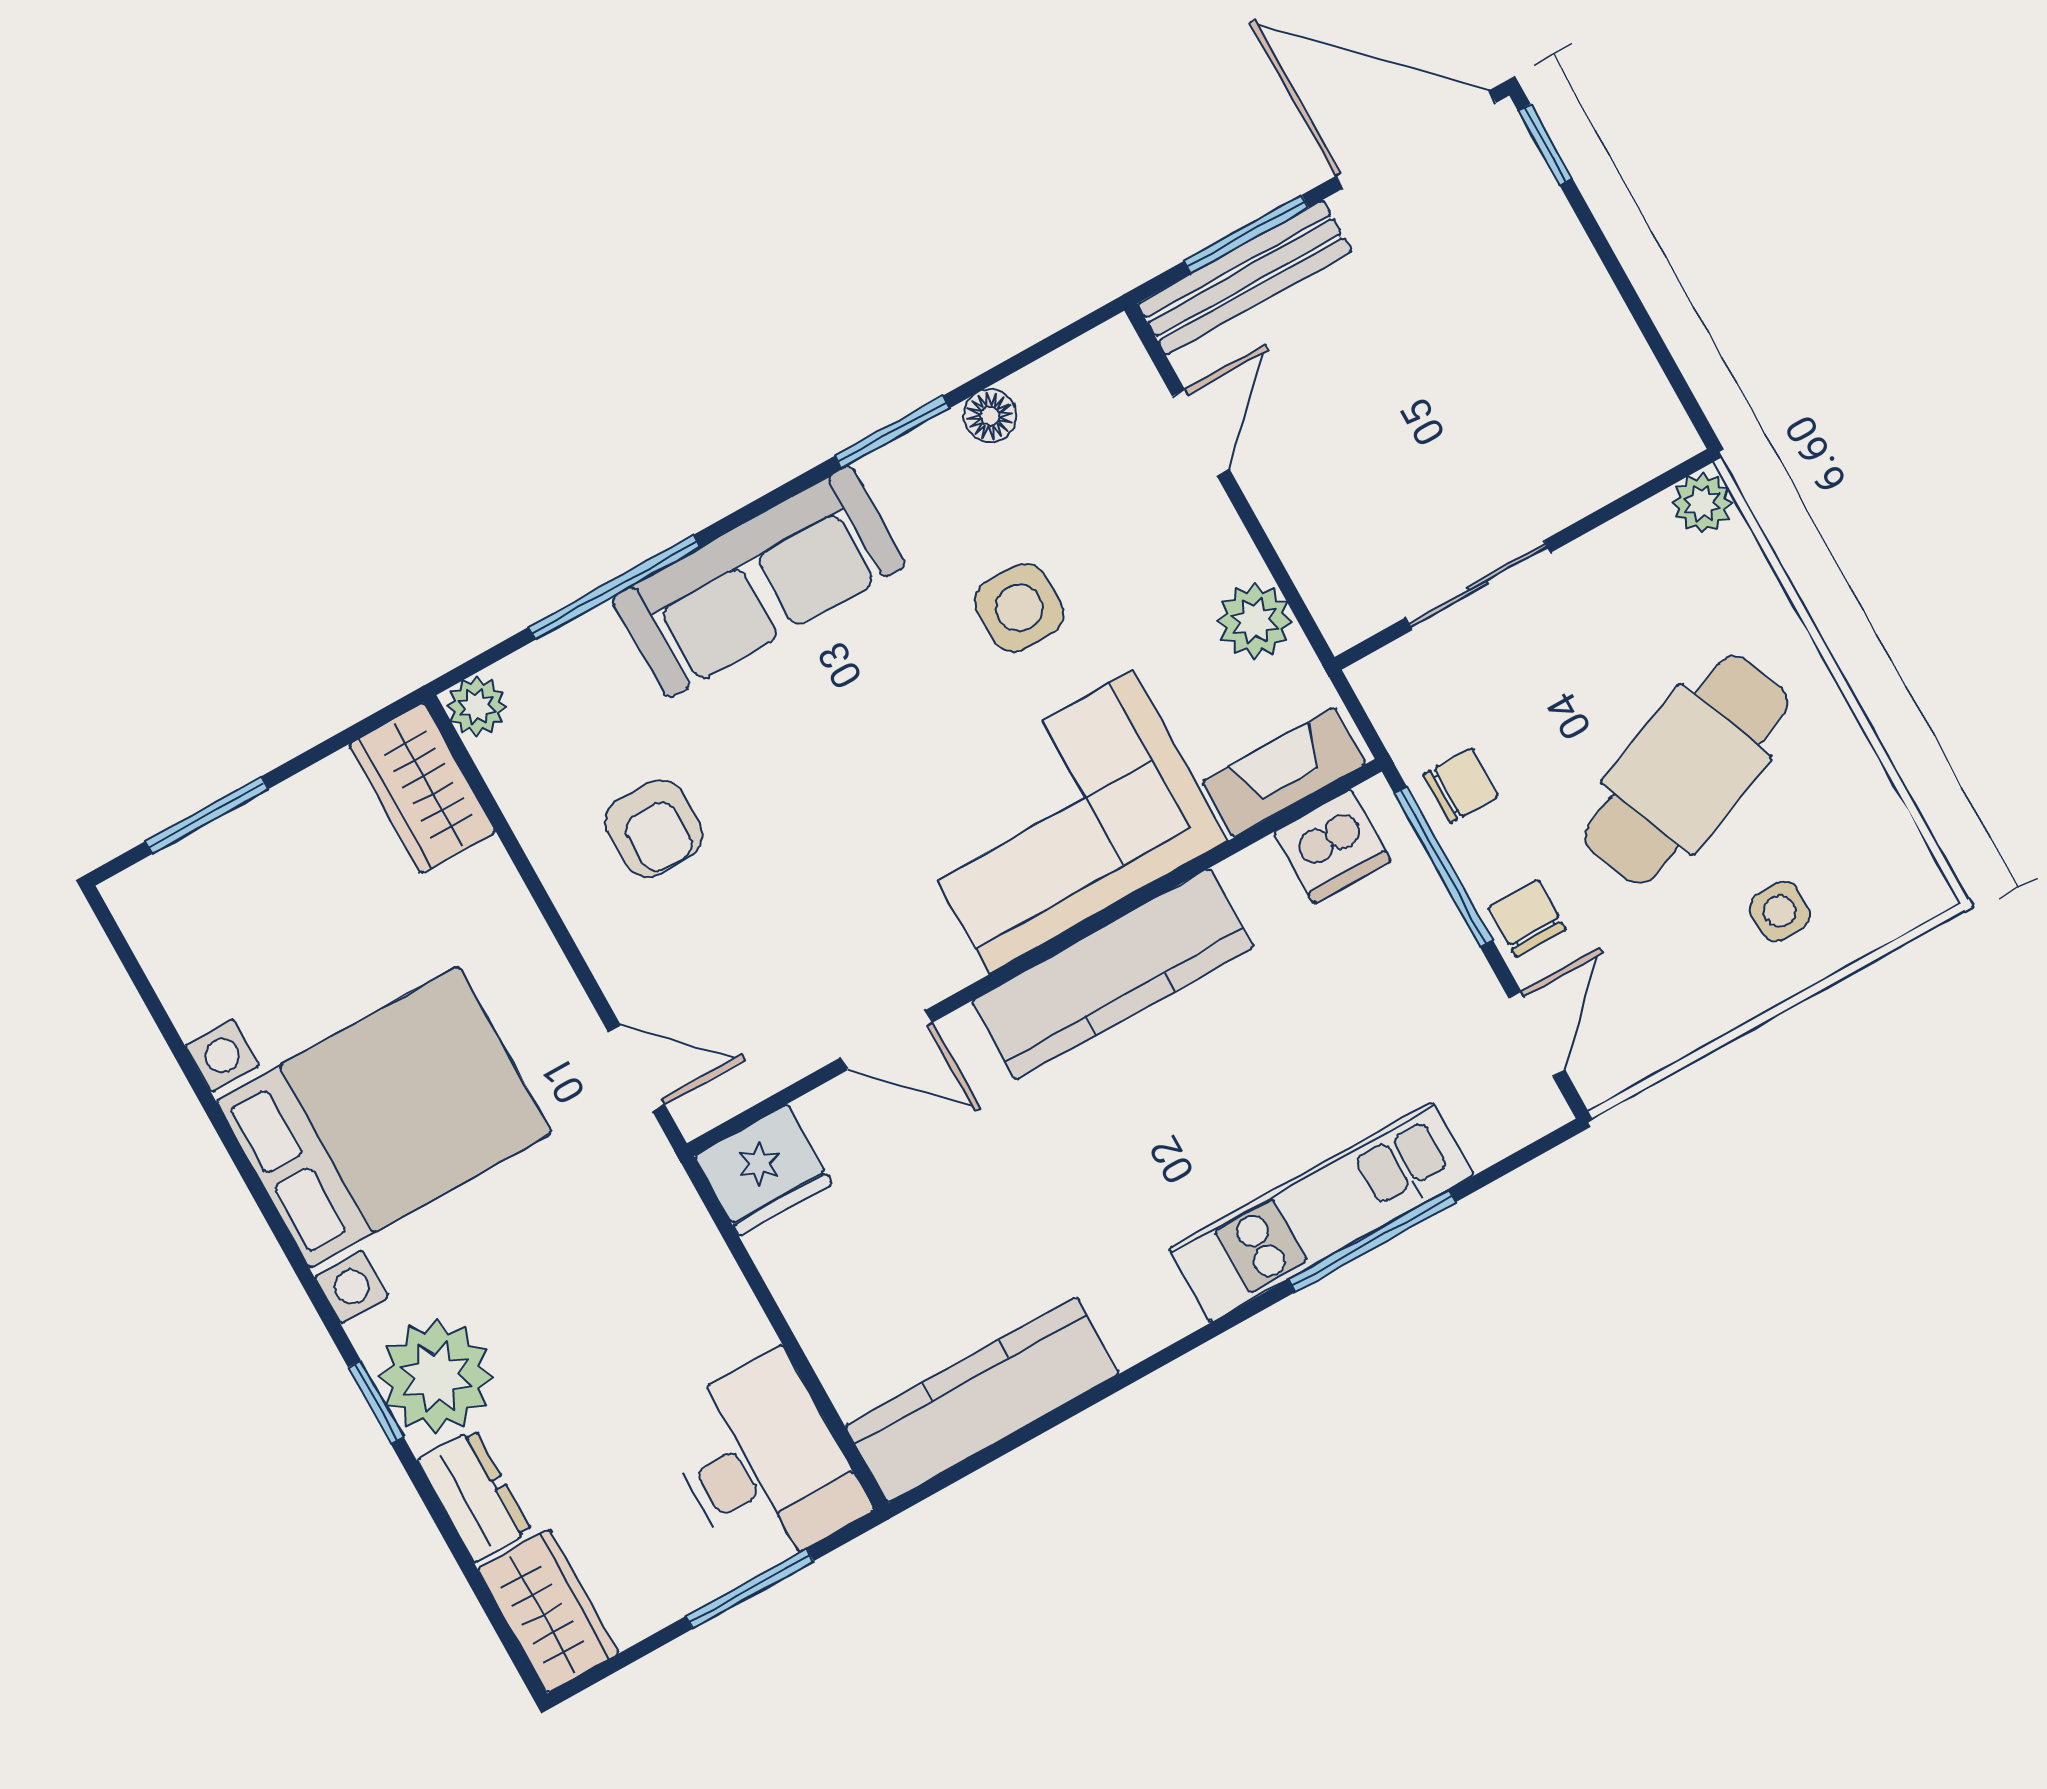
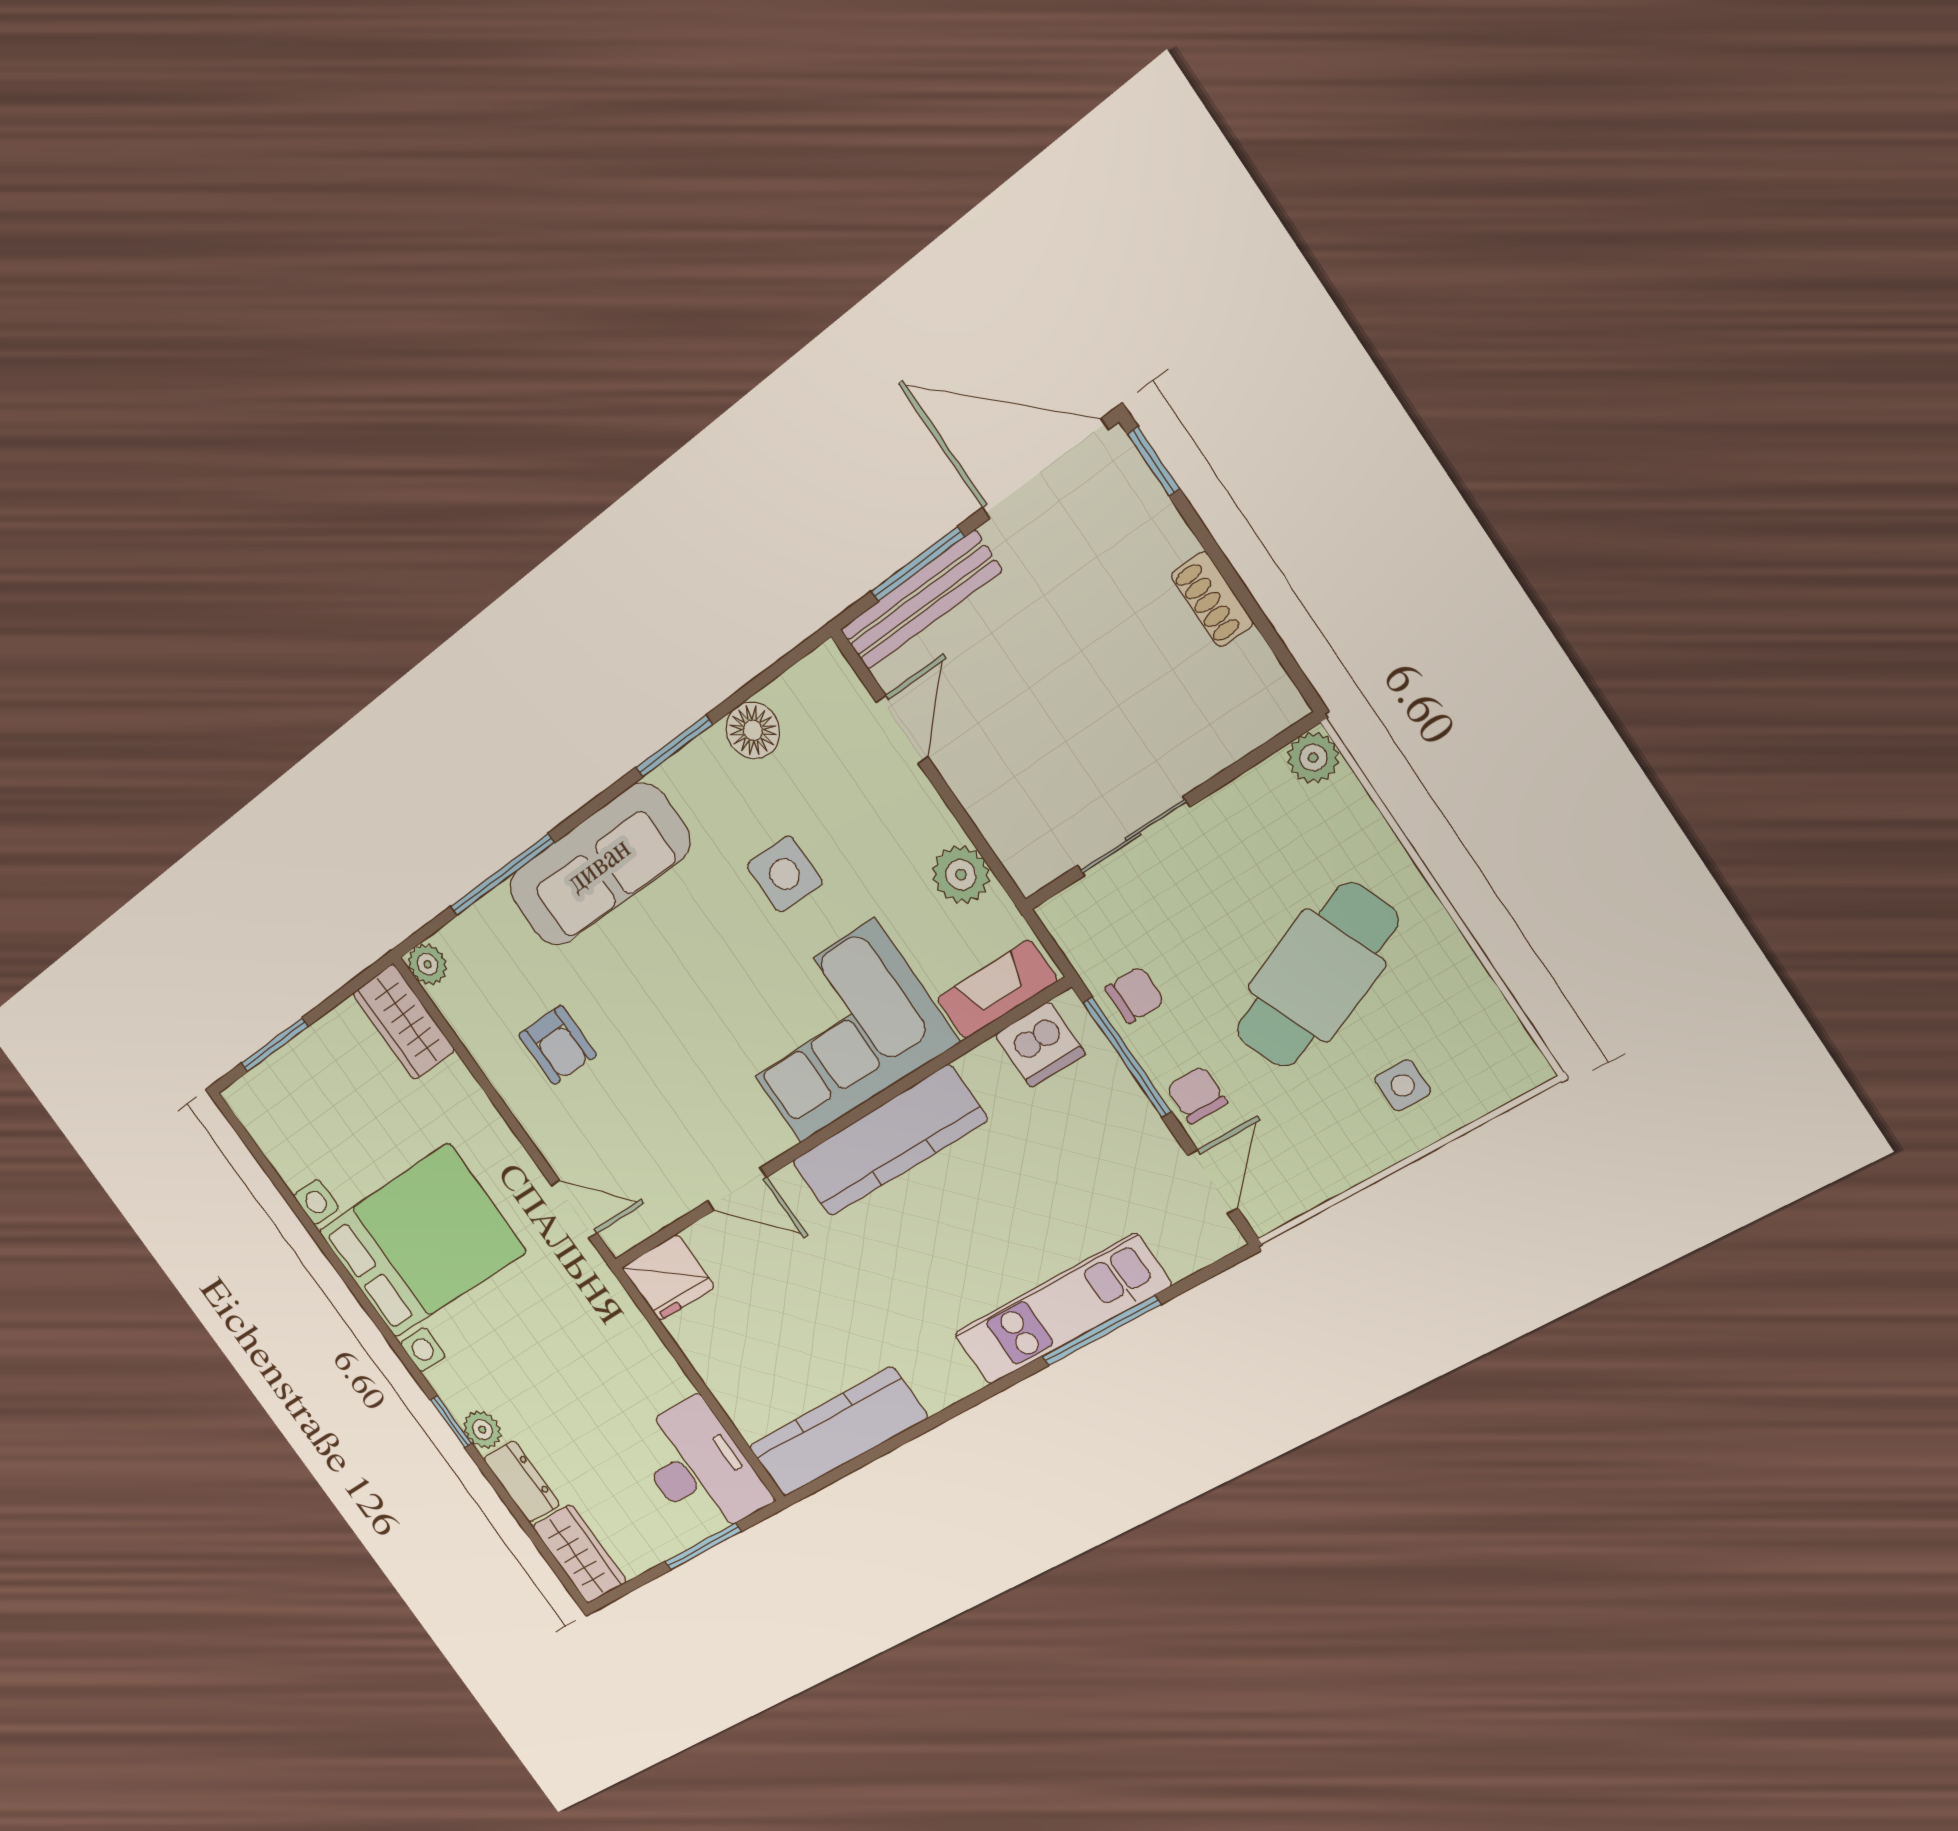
shoe rack: (1599, 308) -> (1212, 599), added
floor lamp: (990, 416) -> (753, 730), width x1.37, depth x1.37
plant: (436, 1377) -> (482, 1430), width x0.53, depth x0.53

